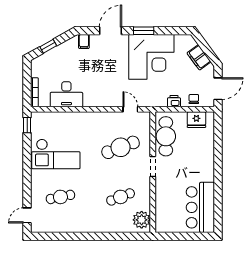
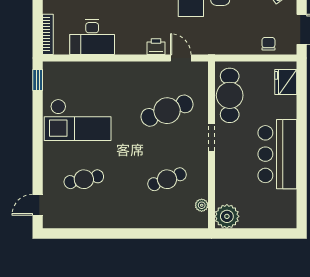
printer: (174, 101) -> (156, 47), moved
fridge: (196, 120) -> (286, 82), moved, turned 90
bar counter: (200, 207) -> (277, 154), moved
plant: (142, 220) -> (202, 205), width x0.53, depth x0.53
plant: (164, 224) -> (227, 216), added

